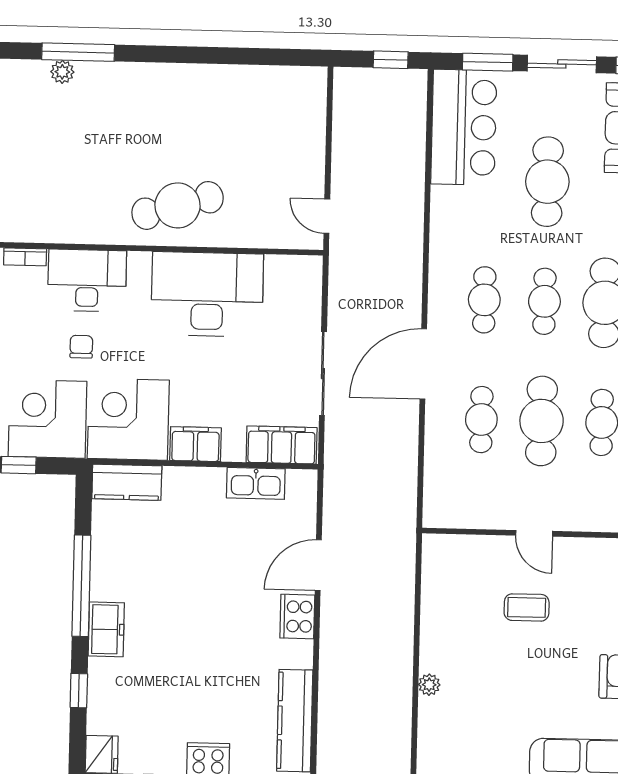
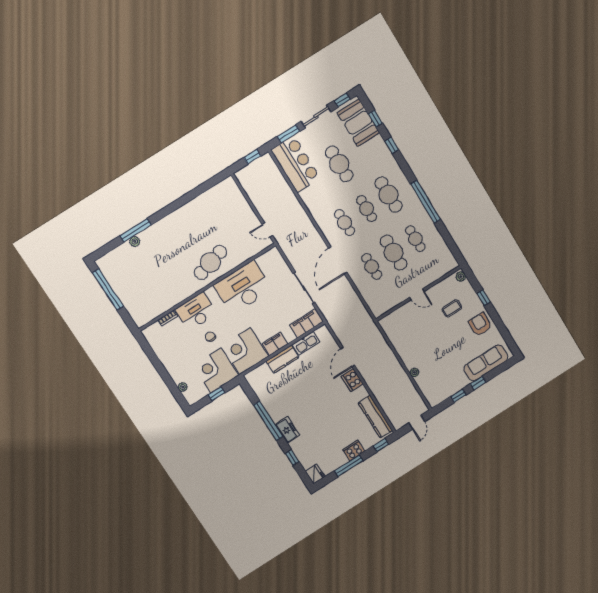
kitchen counter: (127, 482) -> (283, 359), moved
coffee table: (527, 607) -> (452, 308), moved

